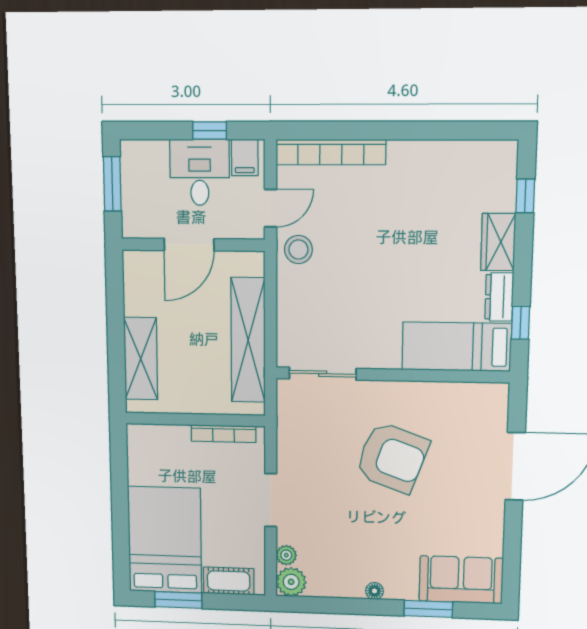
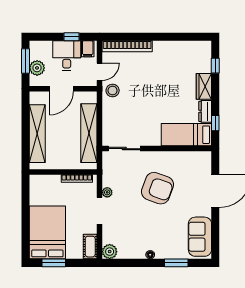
plant: (137, 199) -> (37, 68), added
shelving: (141, 359) -> (37, 134), width x1.47
plant: (286, 555) -> (107, 192), moved
sofa: (461, 580) -> (200, 237), moved, turned -90
cot: (229, 581) -> (90, 247), moved, turned 90

